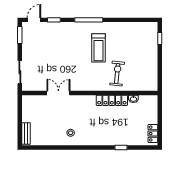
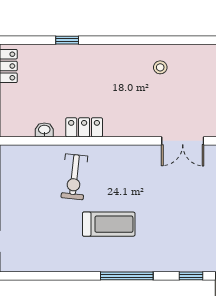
treadmill: (99, 48) -> (109, 224), turned 90
locker: (112, 100) -> (84, 127), width x0.66

